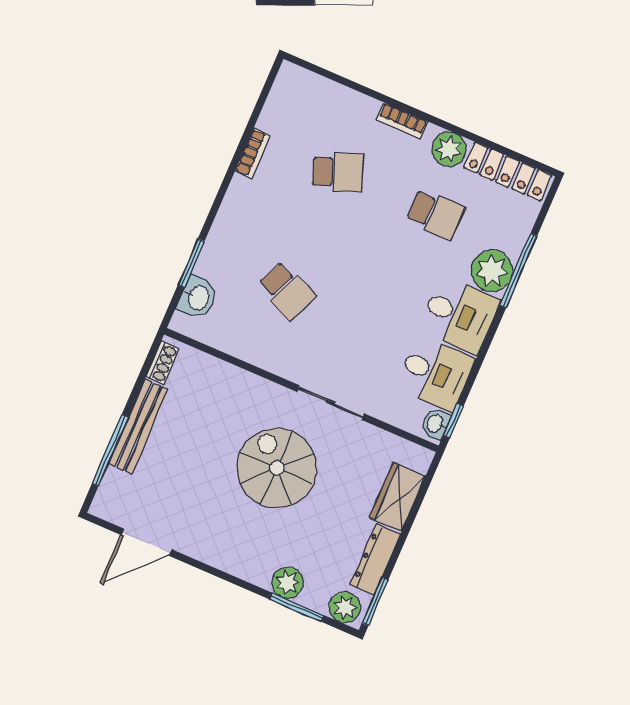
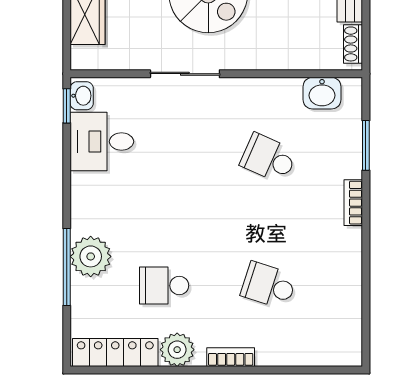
bookcase: (253, 153) -> (353, 203), moved
school desk: (338, 172) -> (269, 286), turned 39
washbasin: (198, 298) -> (322, 93), moved, turned -90
desk: (459, 315) -> (103, 203), removed

